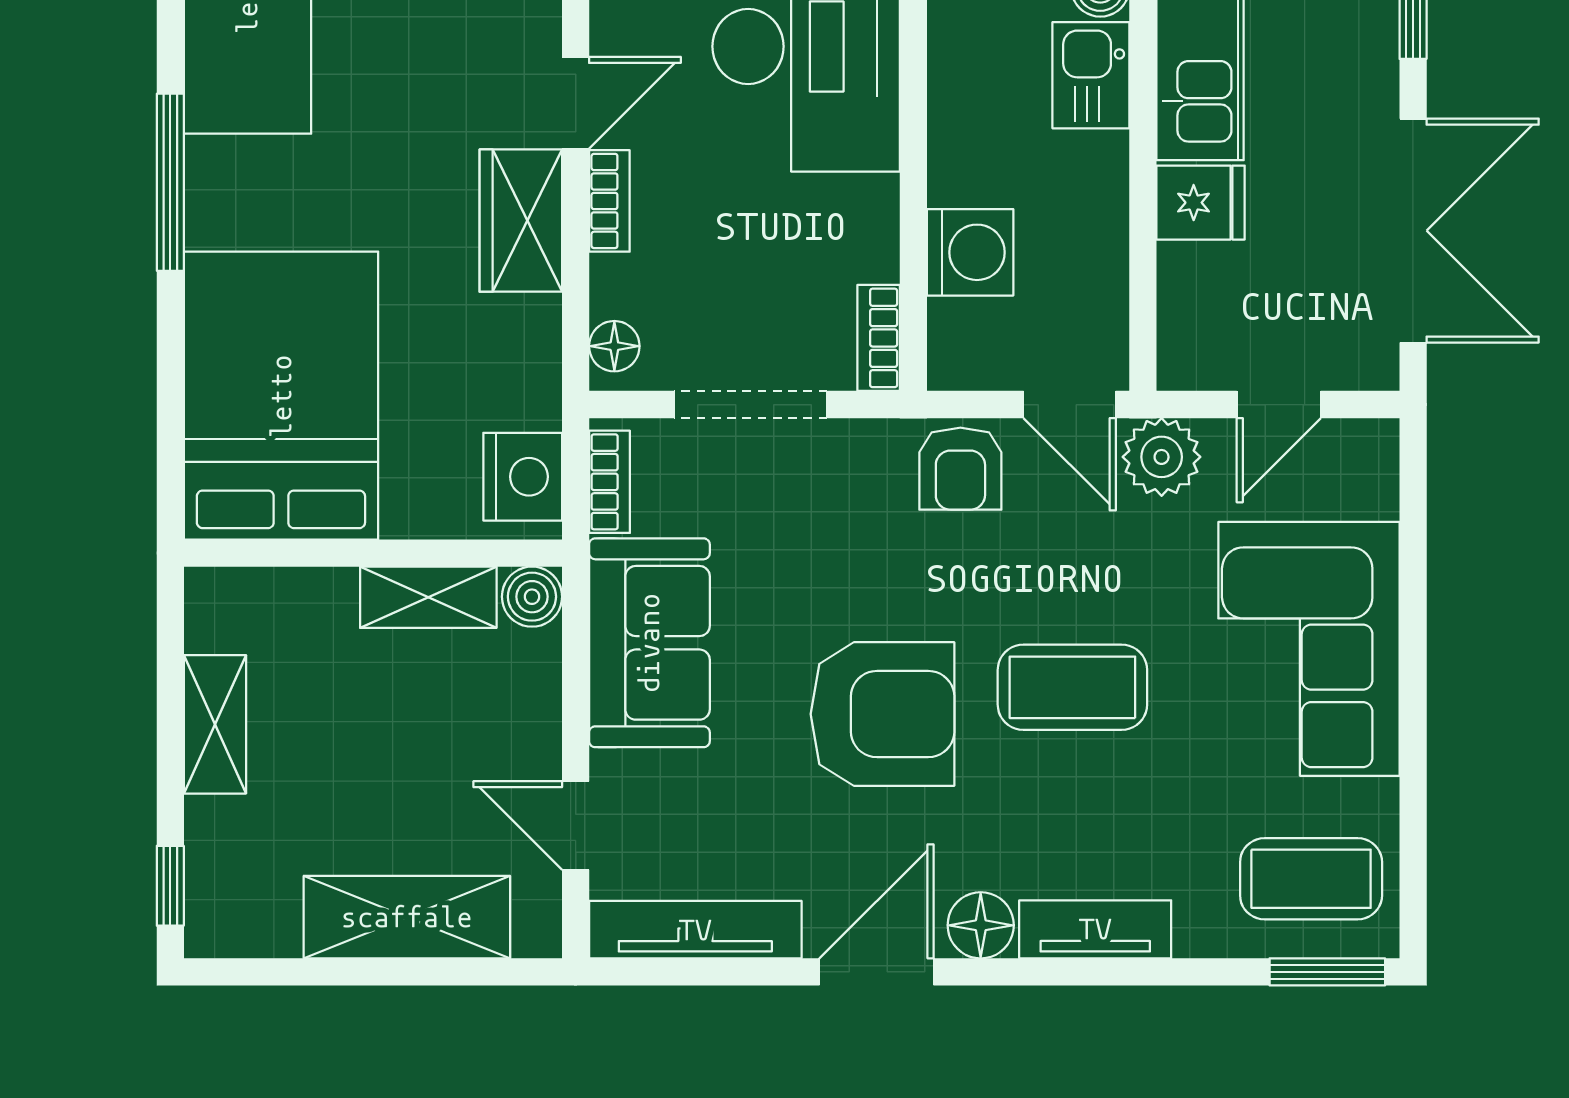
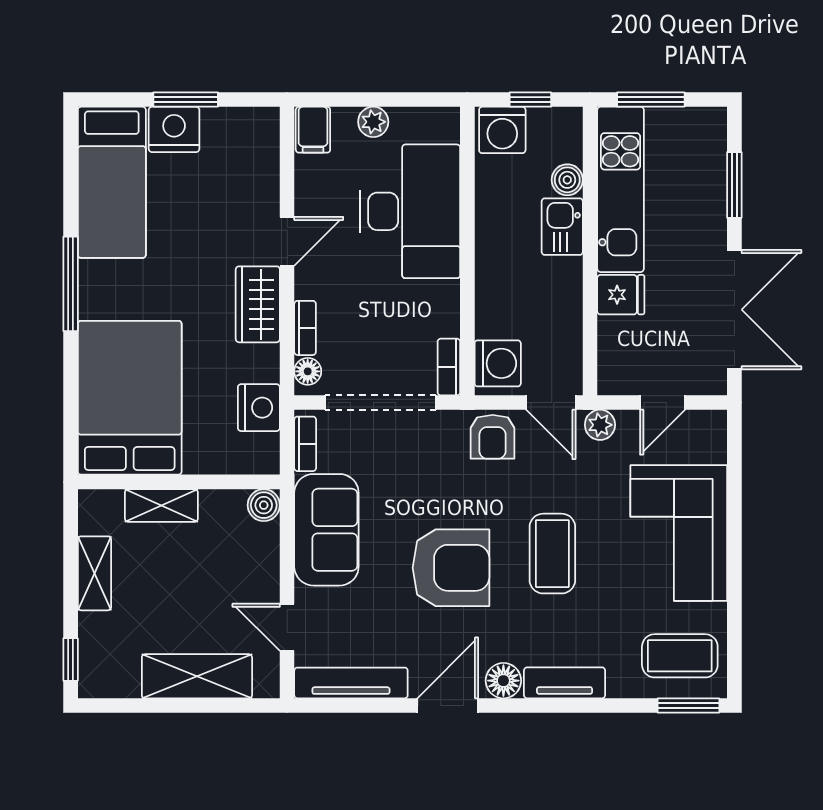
bookcase: (609, 201) -> (305, 328), moved
washing machine: (970, 252) -> (498, 363), moved
doorway: (751, 405) -> (381, 403), width x1.36
plant: (1162, 457) -> (600, 425), width x0.73, depth x0.73
nightstand: (523, 477) -> (259, 408), moved
shelving: (428, 597) -> (161, 505), moved
coffee table: (1072, 687) -> (552, 554), turned 90

